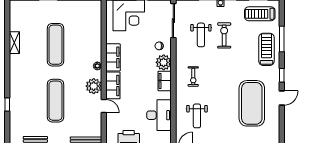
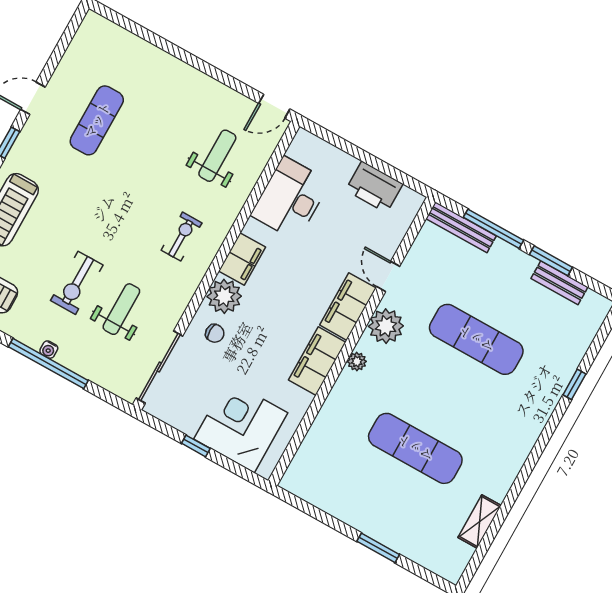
shelving: (14, 43) -> (480, 521), moved
exercise mat: (55, 45) -> (415, 448), turned 90
exercise mat: (55, 101) -> (476, 339), turned 90
exercise mat: (252, 103) -> (97, 120), width x0.50, depth x0.69

